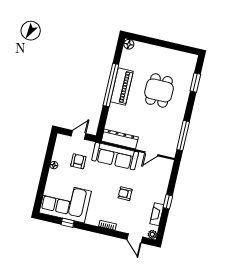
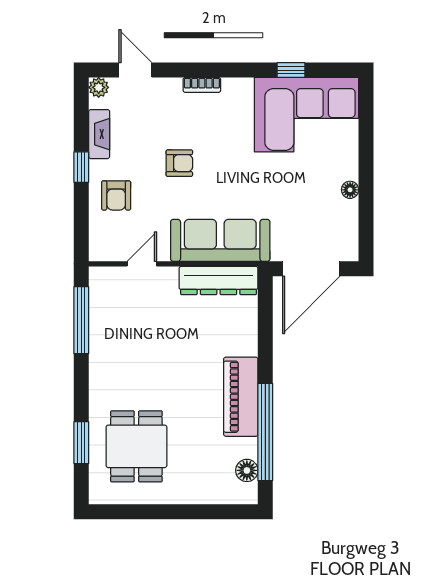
floor lamp: (129, 44) -> (247, 470), moved
window: (111, 85) -> (265, 432), moved
dining table: (159, 90) -> (136, 446), moved
door: (79, 135) -> (311, 269), width x1.88
armchair: (78, 161) -> (116, 195), moved

